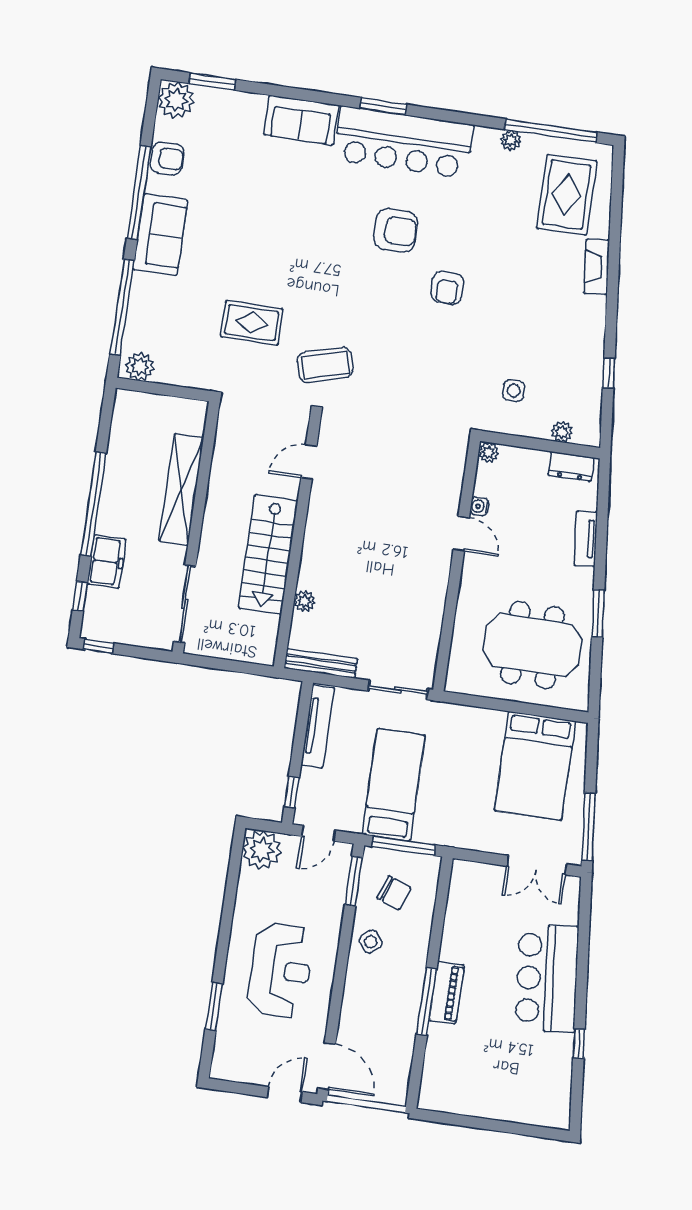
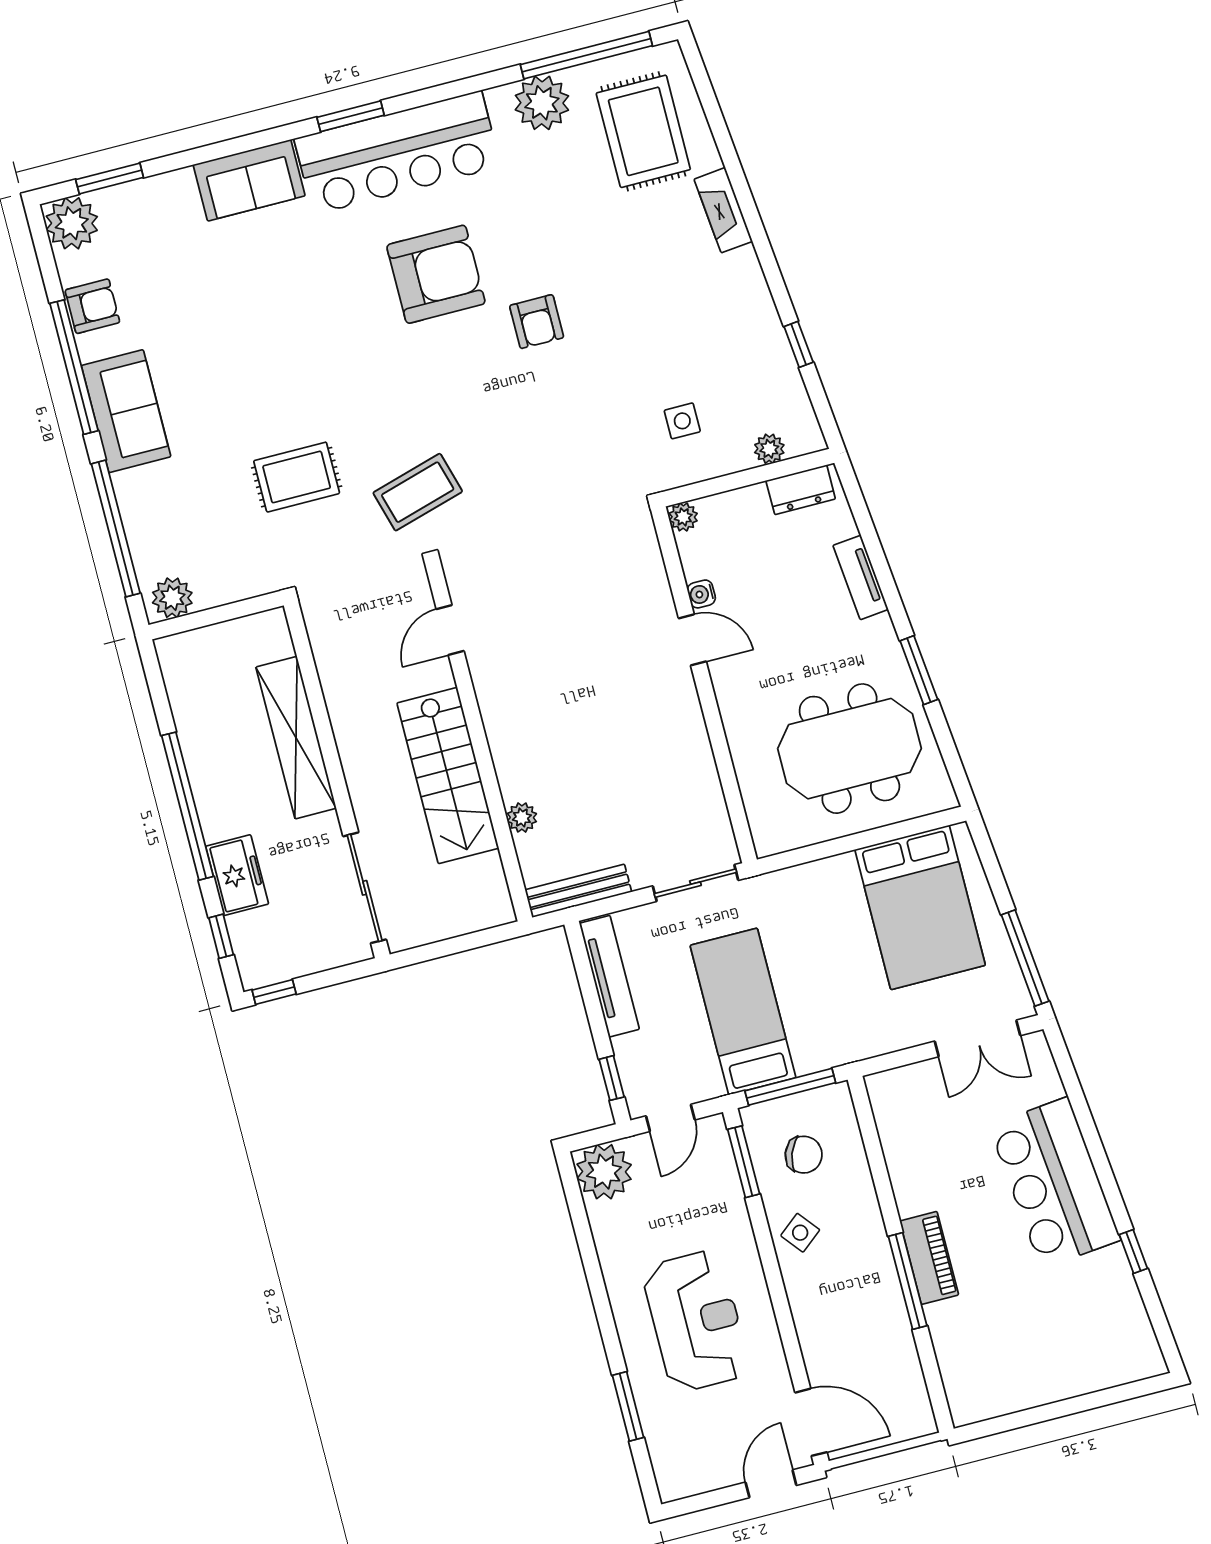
plant: (511, 140) -> (542, 103), width x1.87, depth x1.87
armchair: (396, 230) -> (436, 274), width x1.36, depth x1.36

